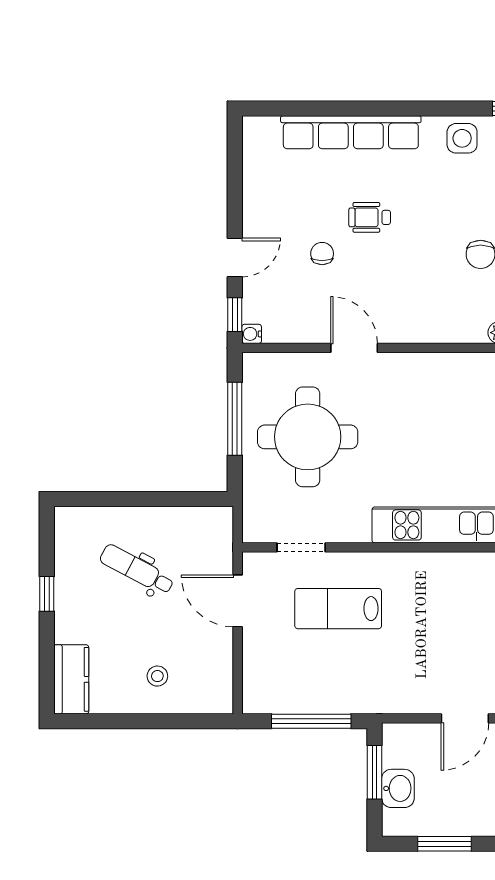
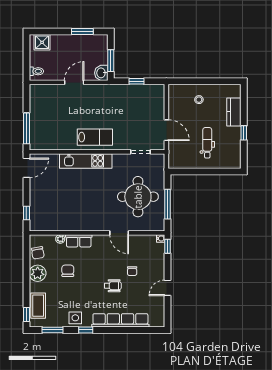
window: (436, 109) -> (86, 330), added
door: (235, 258) -> (168, 288), moved
row of seats: (454, 328) -> (79, 241), added
dental chair: (137, 570) -> (207, 143), turned -118
lab bench: (338, 609) -> (95, 137), moved
kitchen counter: (71, 679) -> (234, 112), moved
window: (311, 721) -> (136, 81), width x0.46
washbasin: (398, 788) -> (101, 73), moved

